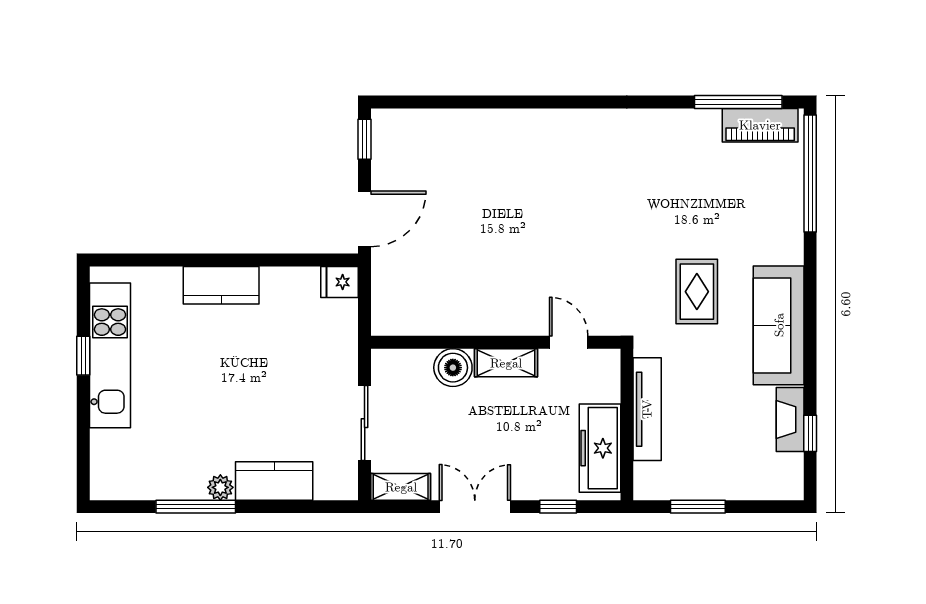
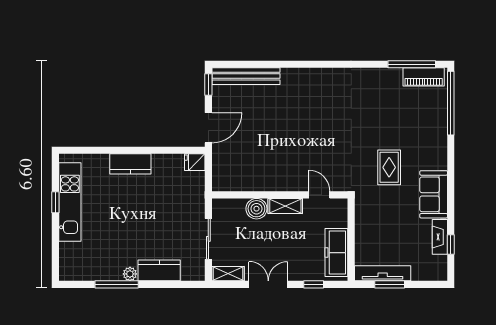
bench: (434, 124) -> (246, 76), added
sofa: (779, 325) -> (434, 194), width x0.73
tv unit: (647, 409) -> (383, 273), moved, turned -90

